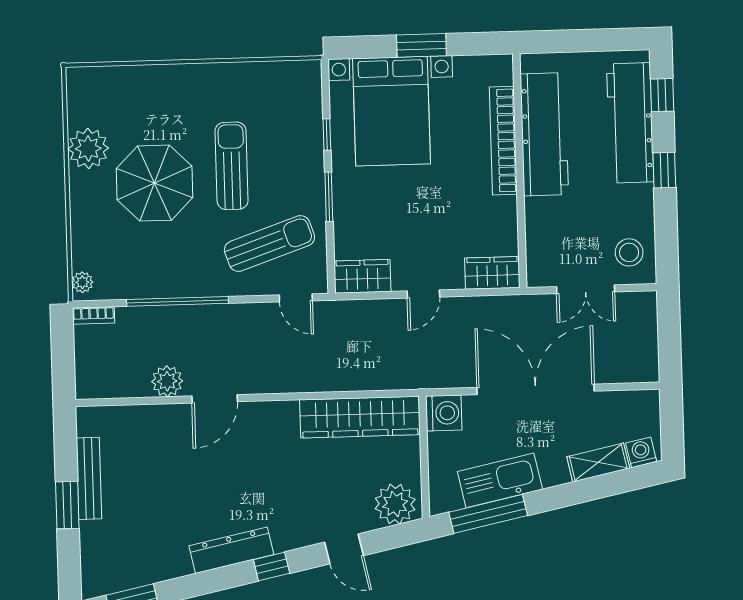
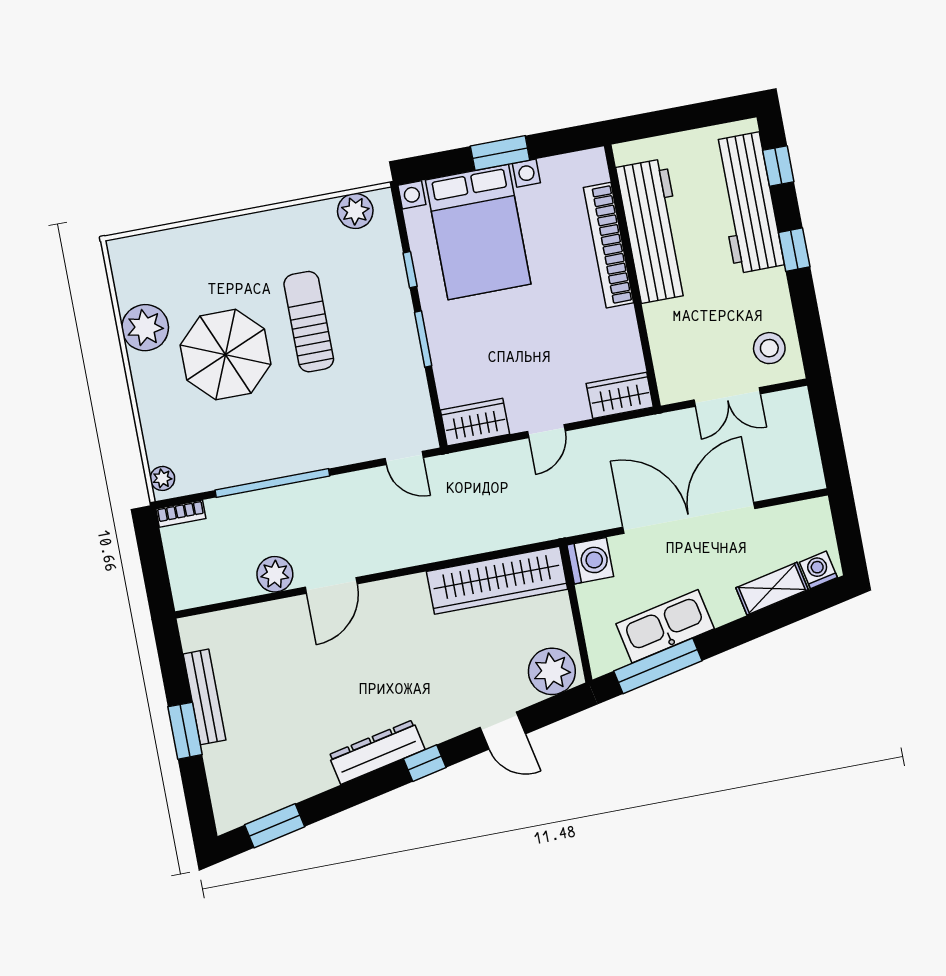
plant: (287, 76) -> (355, 211), added
sun lounger: (269, 243) -> (365, 402), removed

